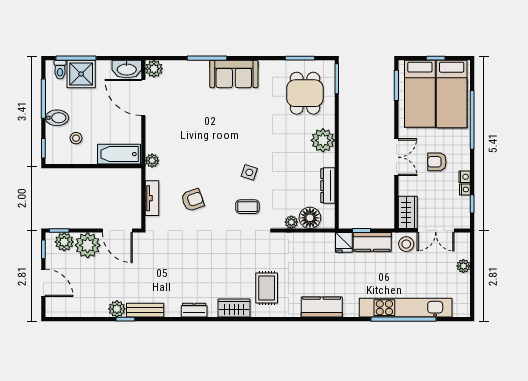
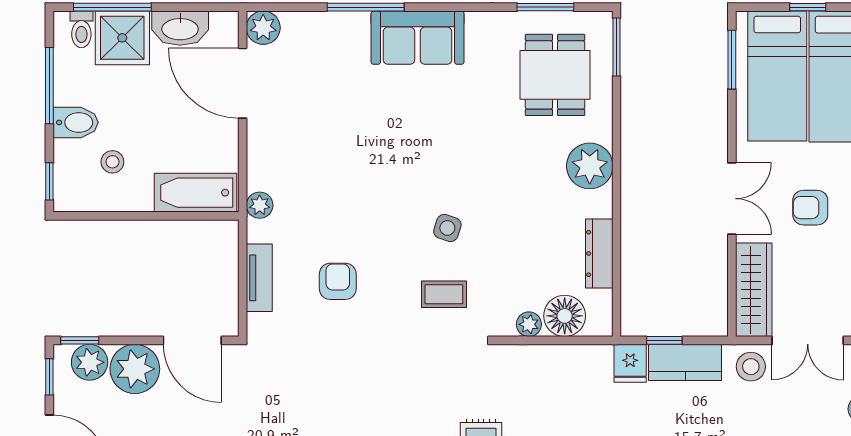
washbasin: (127, 69) -> (180, 28), moved
armchair: (193, 200) -> (338, 281), turned -71
wardrobe: (408, 212) -> (754, 290), width x1.50

